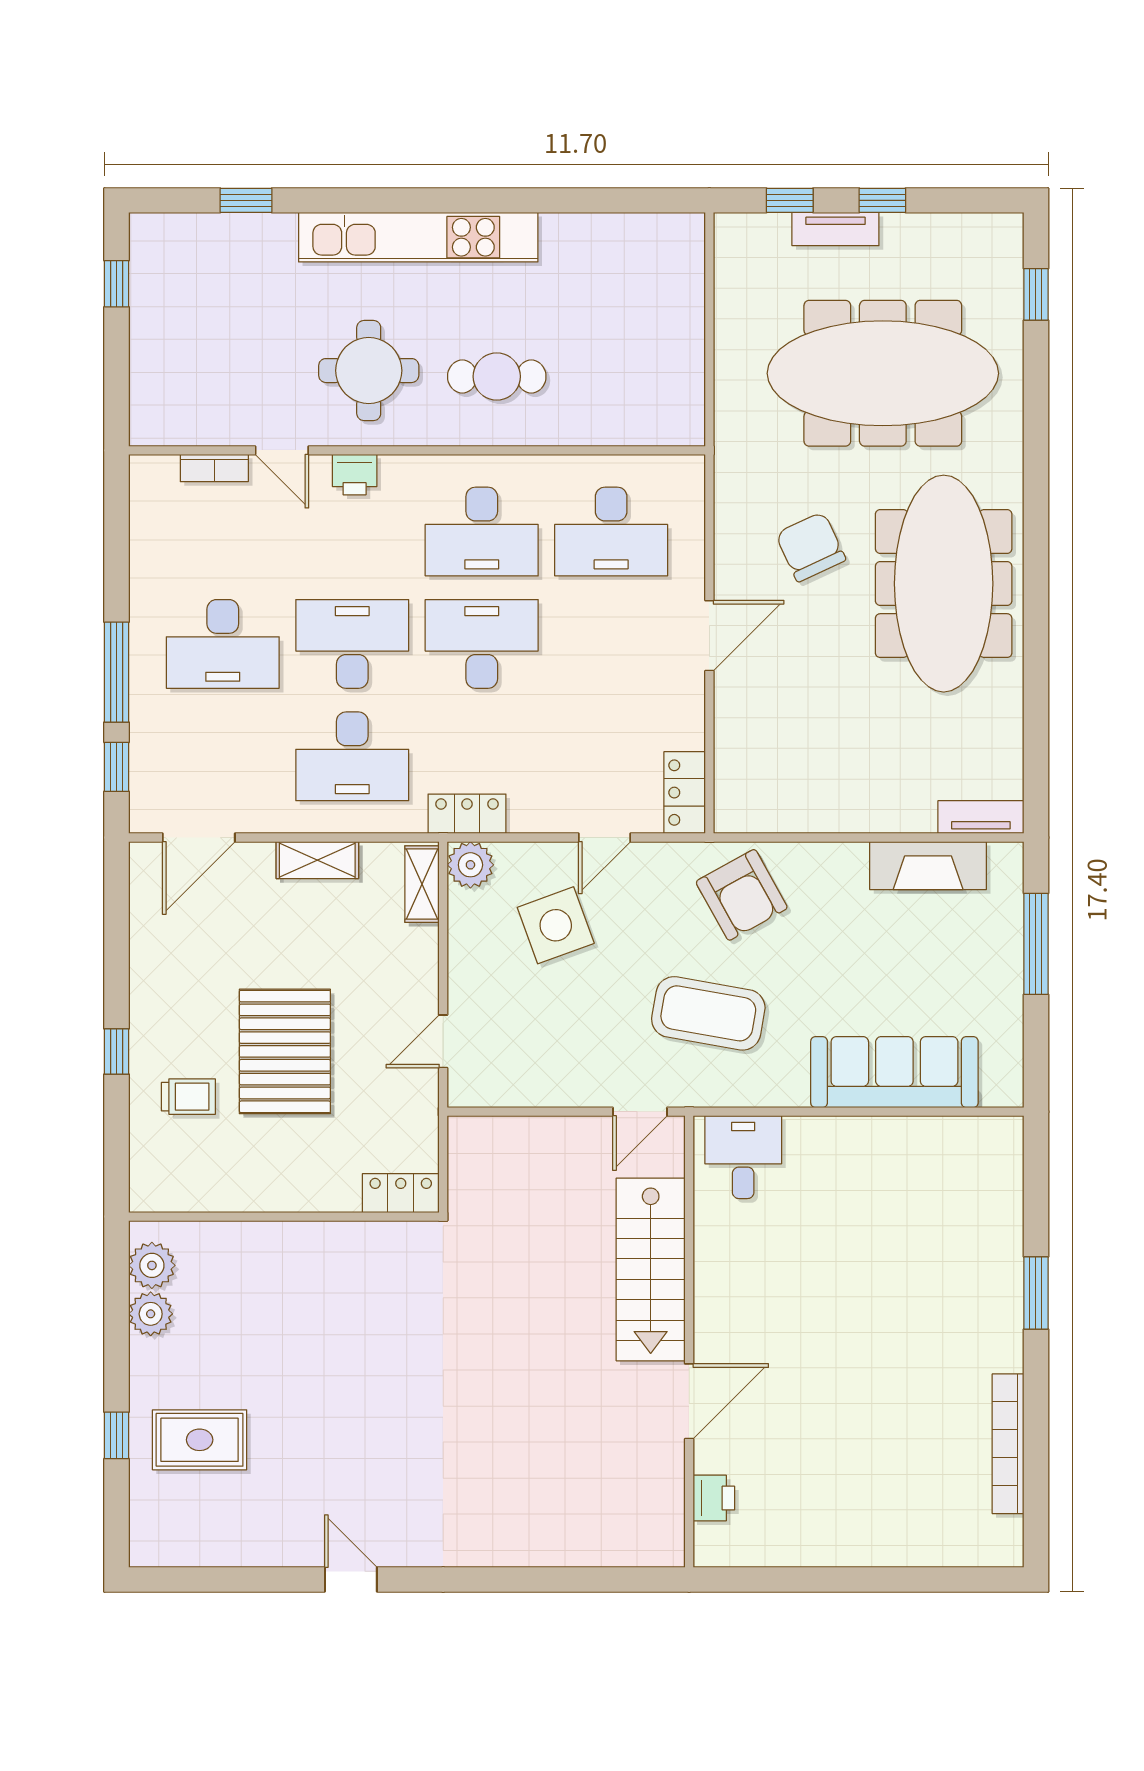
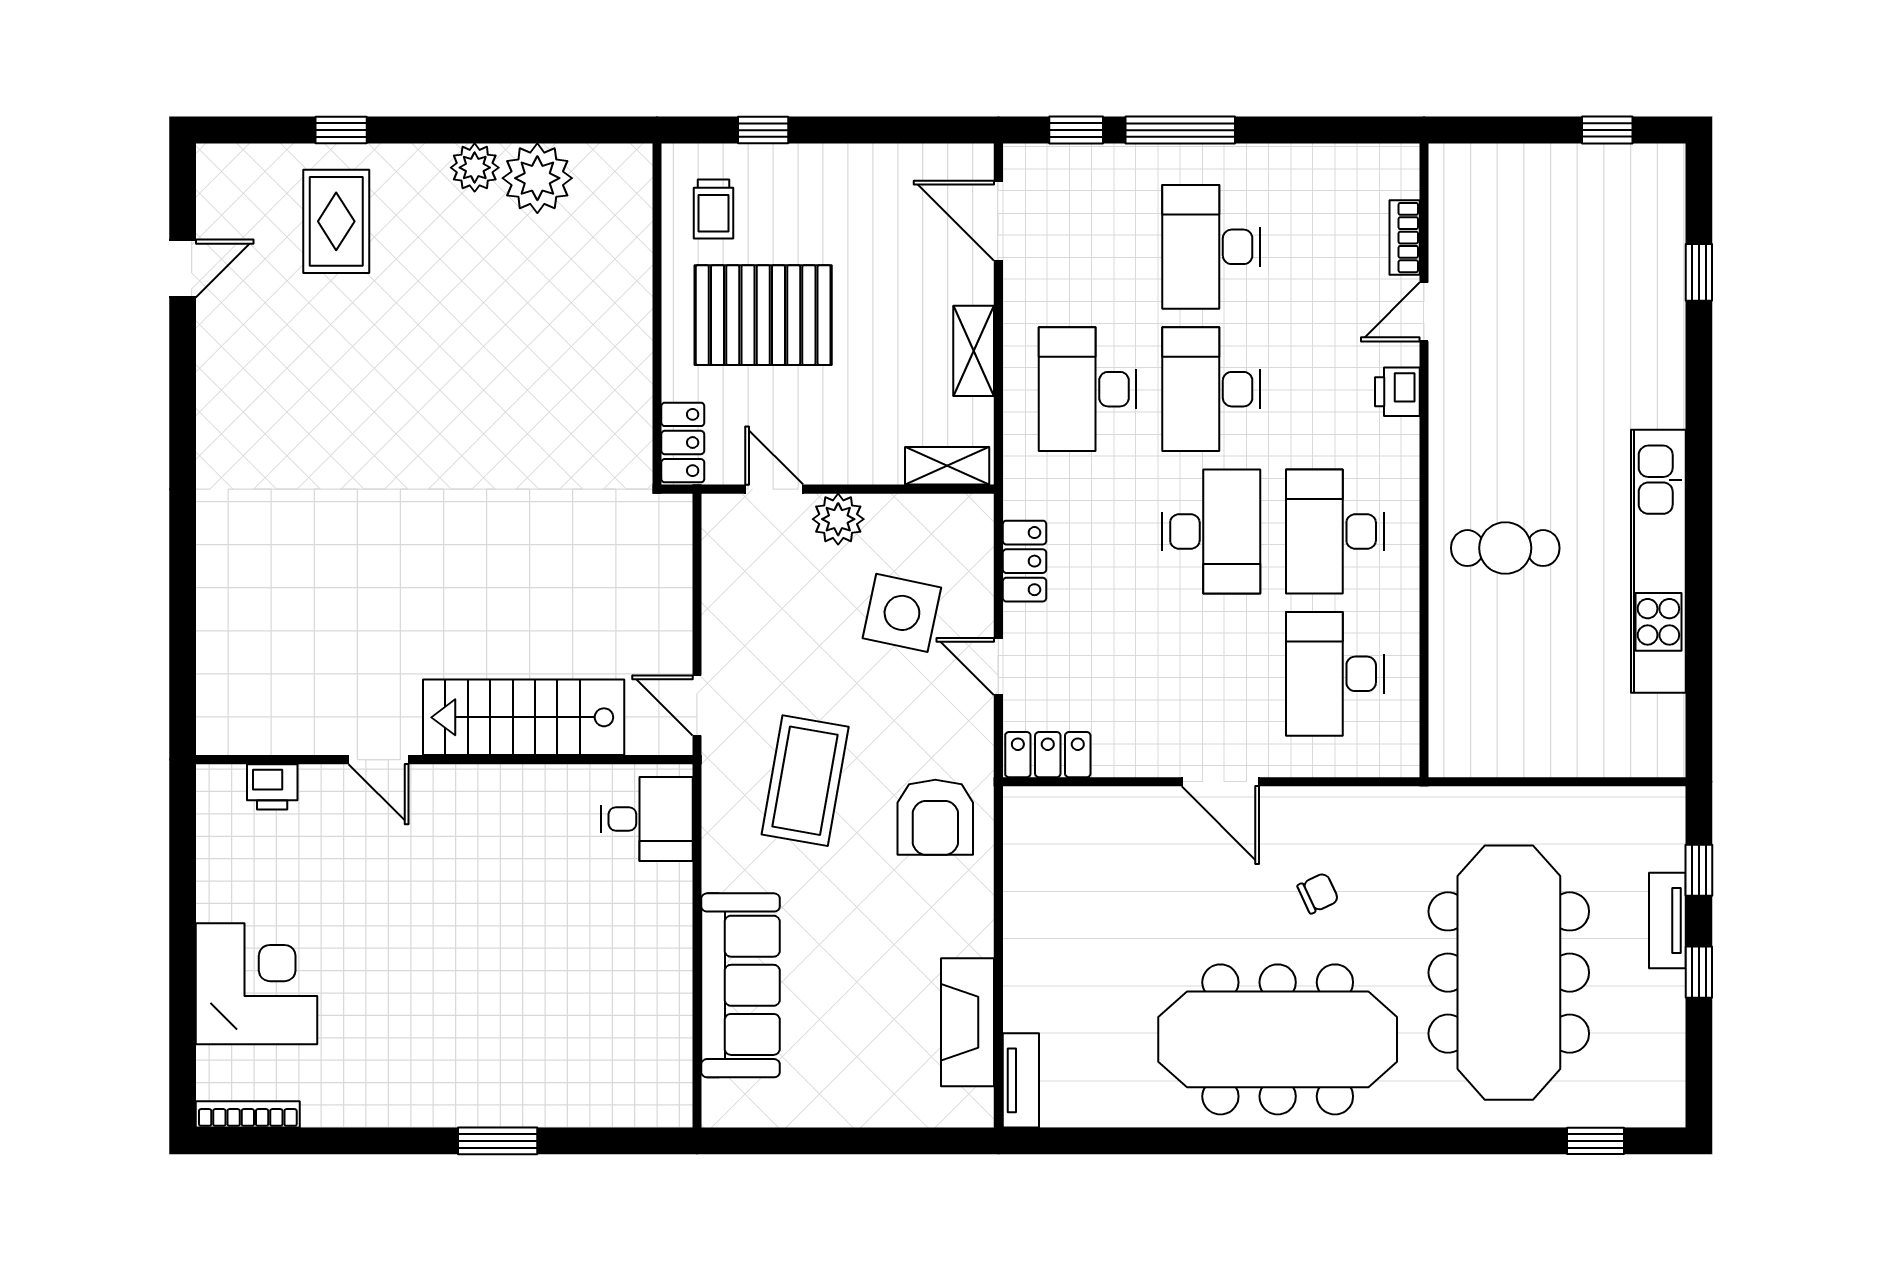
kitchen unit: (418, 237) -> (1658, 561), moved
round table: (369, 371) -> (1512, 407), removed
cafe table: (497, 376) -> (1505, 548), turned 90
chair: (811, 547) -> (1318, 893), width x0.54, depth x0.54
desk: (352, 644) -> (1211, 389), turned 180
locker: (467, 814) -> (1025, 561), moved
plant: (470, 865) -> (838, 519), moved
armchair: (742, 895) -> (935, 817), turned -61
side table: (556, 925) -> (902, 613), turned 32
window: (1036, 944) -> (882, 1141), removed
locker: (401, 1193) -> (683, 443), moved
wall: (284, 1217) -> (657, 314), moved
plant: (152, 1265) -> (537, 178), width x1.36, depth x1.36
door: (689, 1401) -> (378, 760), width x0.73
bookcase: (1008, 1444) -> (248, 1114), moved, width x0.68, depth x0.76
corner desk: (893, 1512) -> (257, 984), added
door: (351, 1579) -> (183, 268), moved

